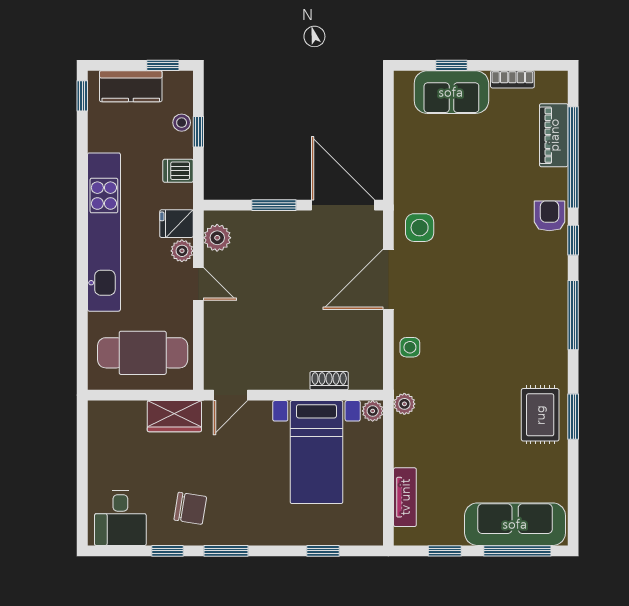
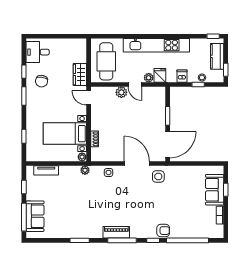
piano: (554, 135) -> (116, 232), moved
plant: (217, 238) -> (121, 92), moved
door: (198, 284) -> (135, 84), hinge flipped
rug: (540, 415) -> (80, 227), removed
sofa: (515, 524) -> (35, 216), width x0.73

